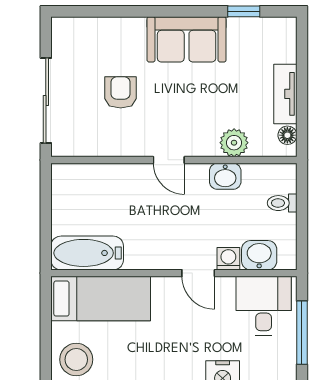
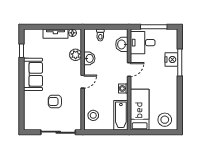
stool: (87, 186) -> (93, 115), added
washing machine: (228, 259) -> (123, 88), moved

